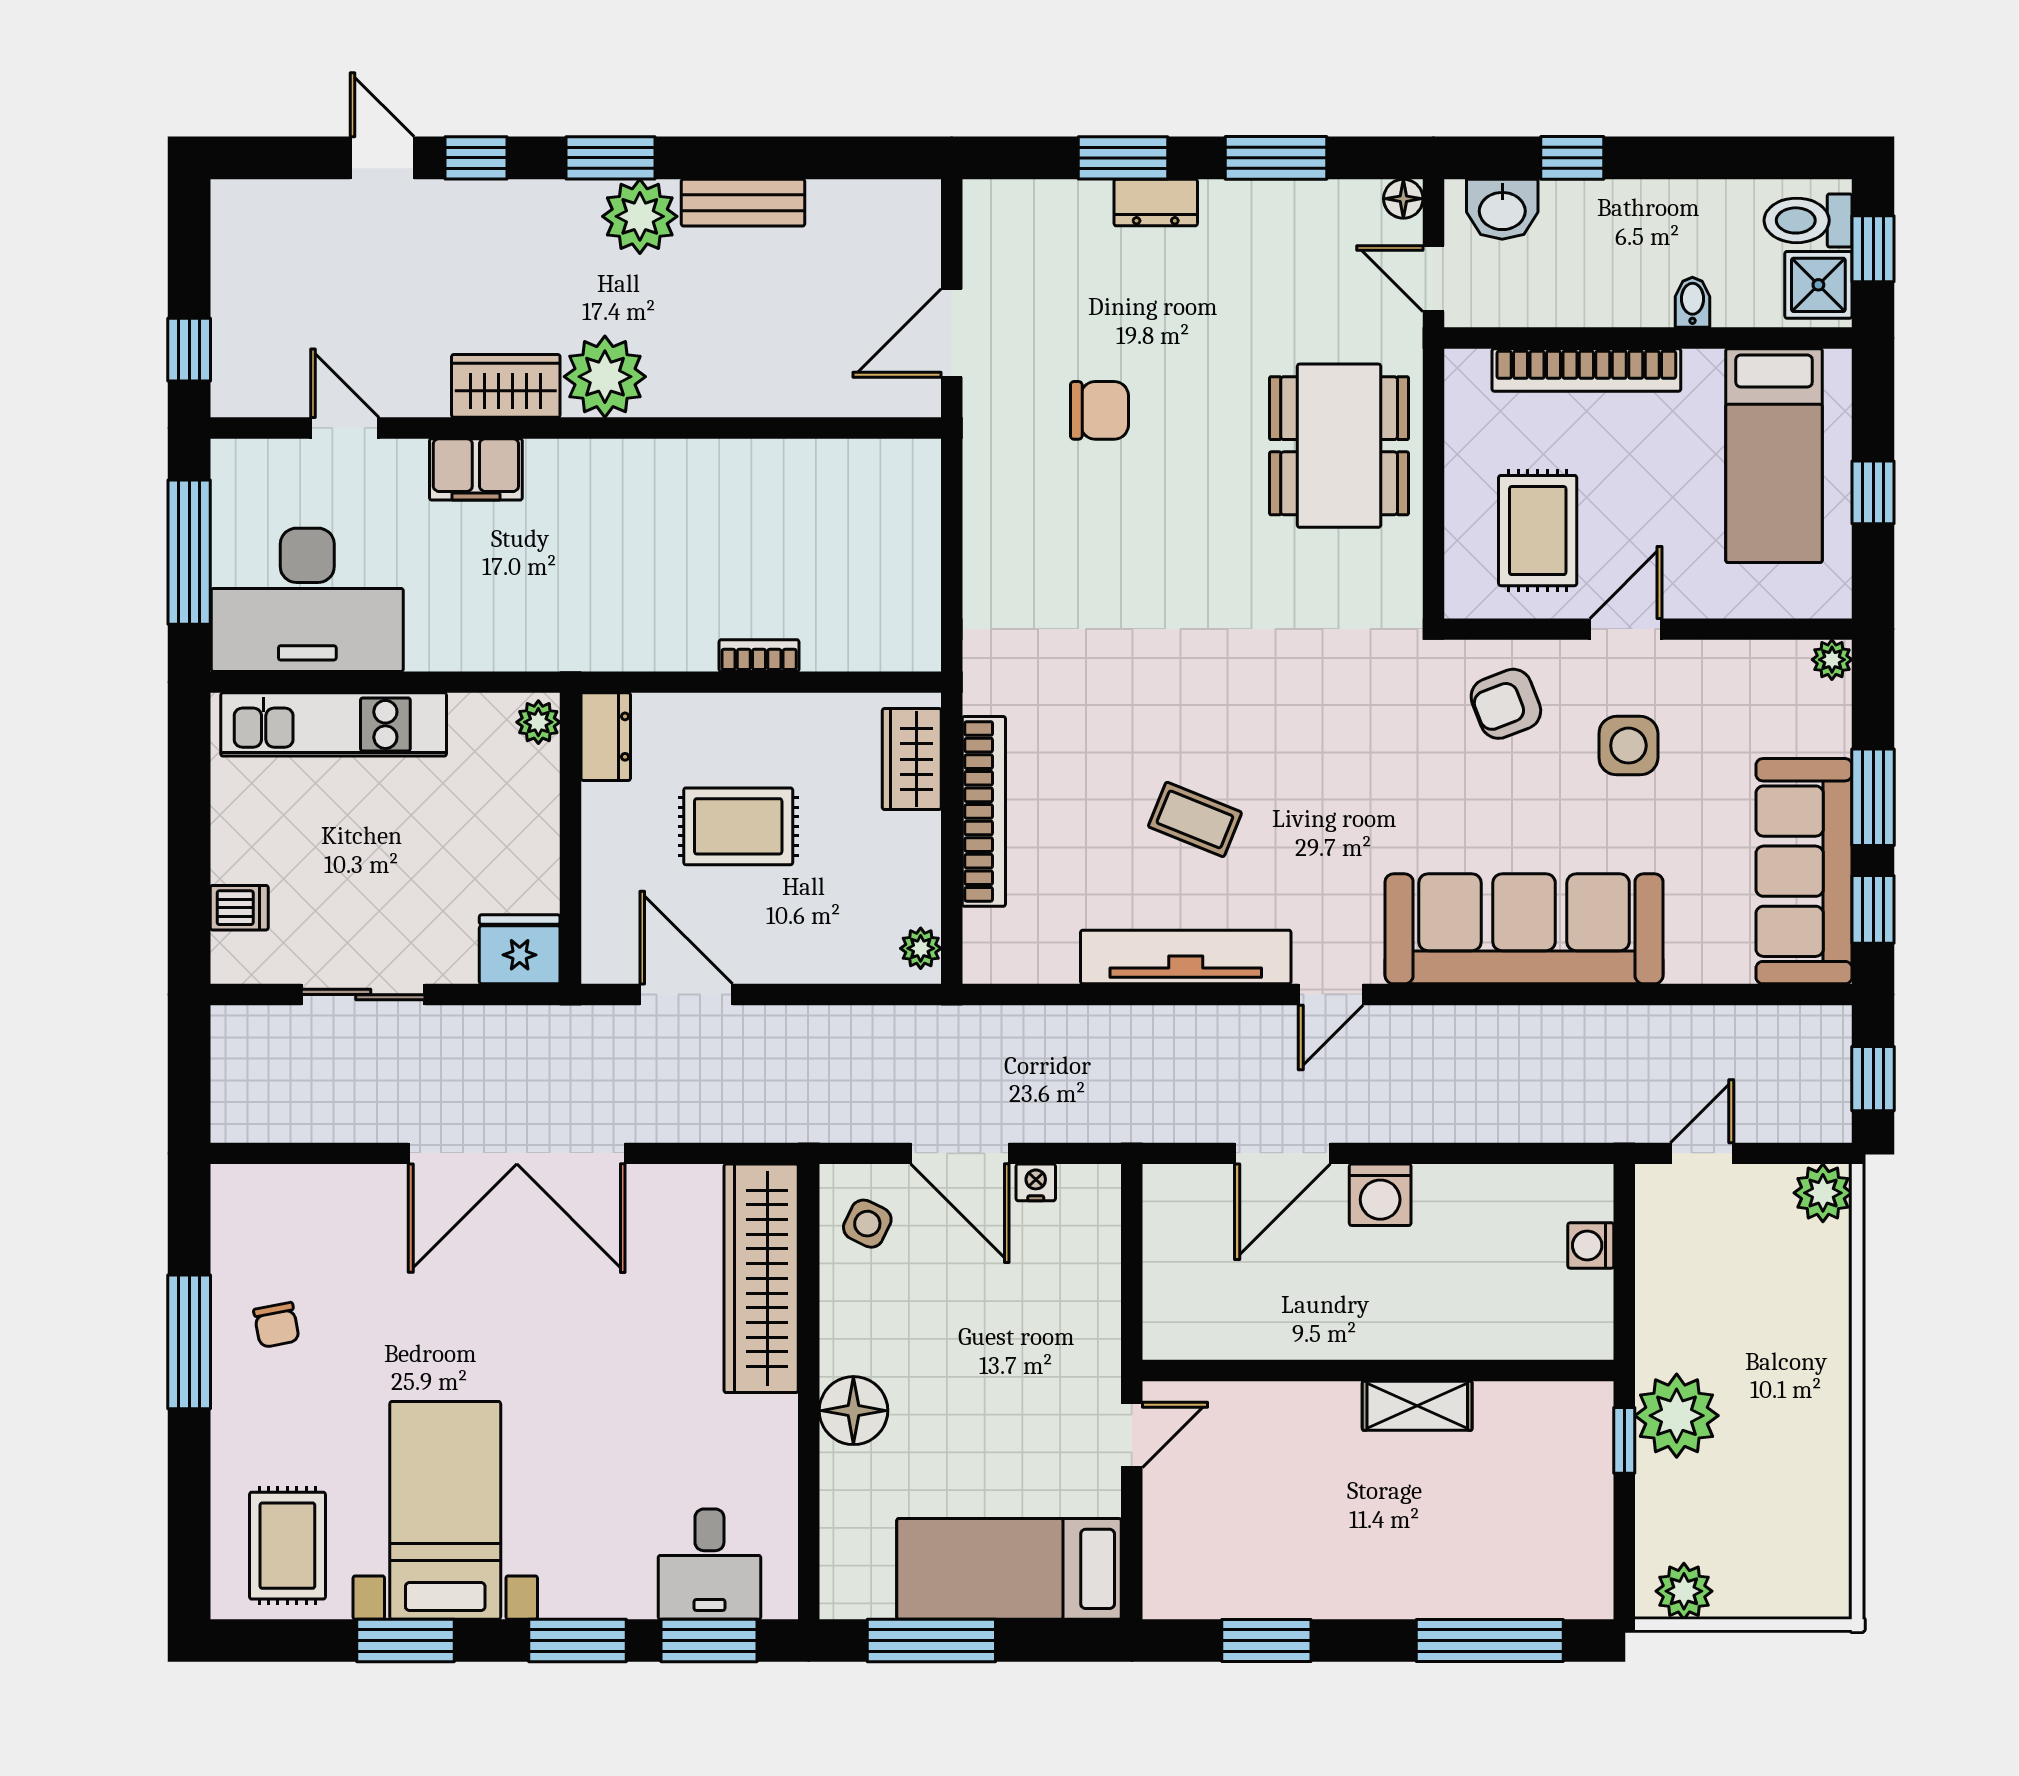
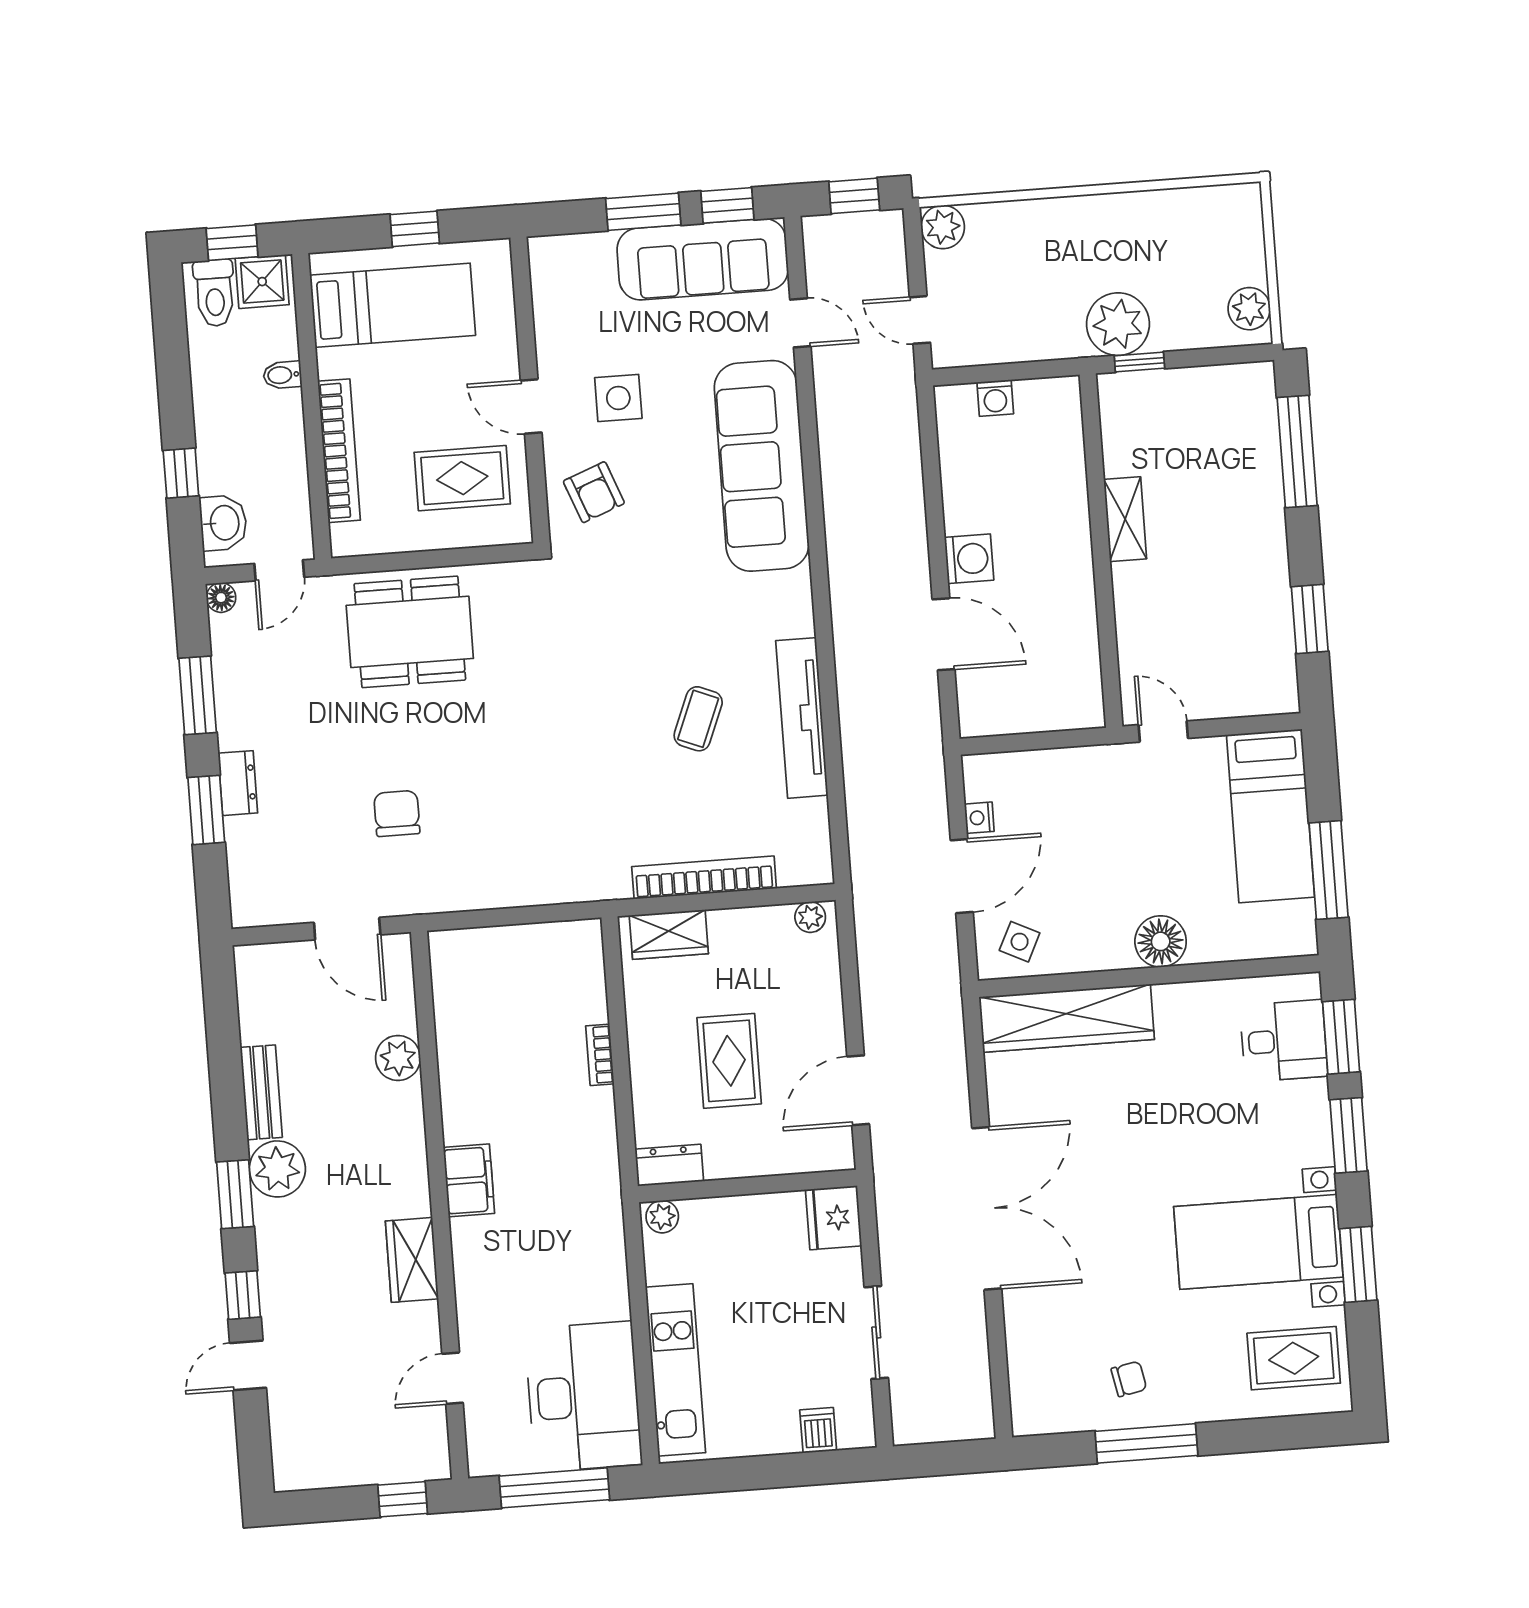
plant: (605, 377) -> (398, 1058), moved, width x0.73, depth x0.73
filing cabinet: (476, 469) -> (469, 1180), moved
plant: (1832, 660) -> (542, 250), removed
door: (1331, 995) -> (800, 323), moved

